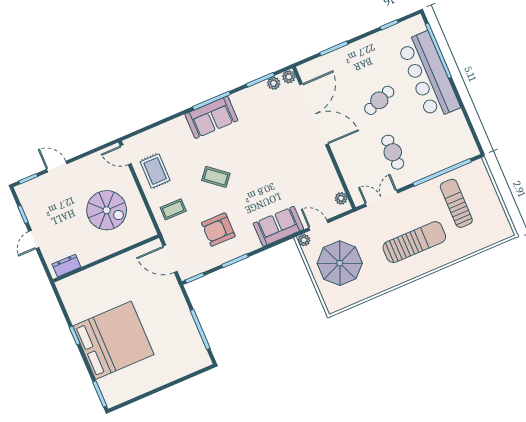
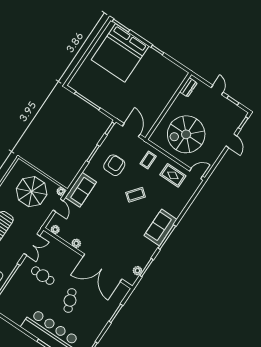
plant: (289, 77) -> (76, 243), moved
door: (57, 167) -> (231, 141), hinge flipped
spiral stairs: (107, 210) -> (186, 134), width x1.37, depth x1.37
door: (318, 225) -> (58, 205), hinge flipped
door: (170, 259) -> (131, 130), hinge flipped
bed: (113, 340) -> (120, 53), moved

